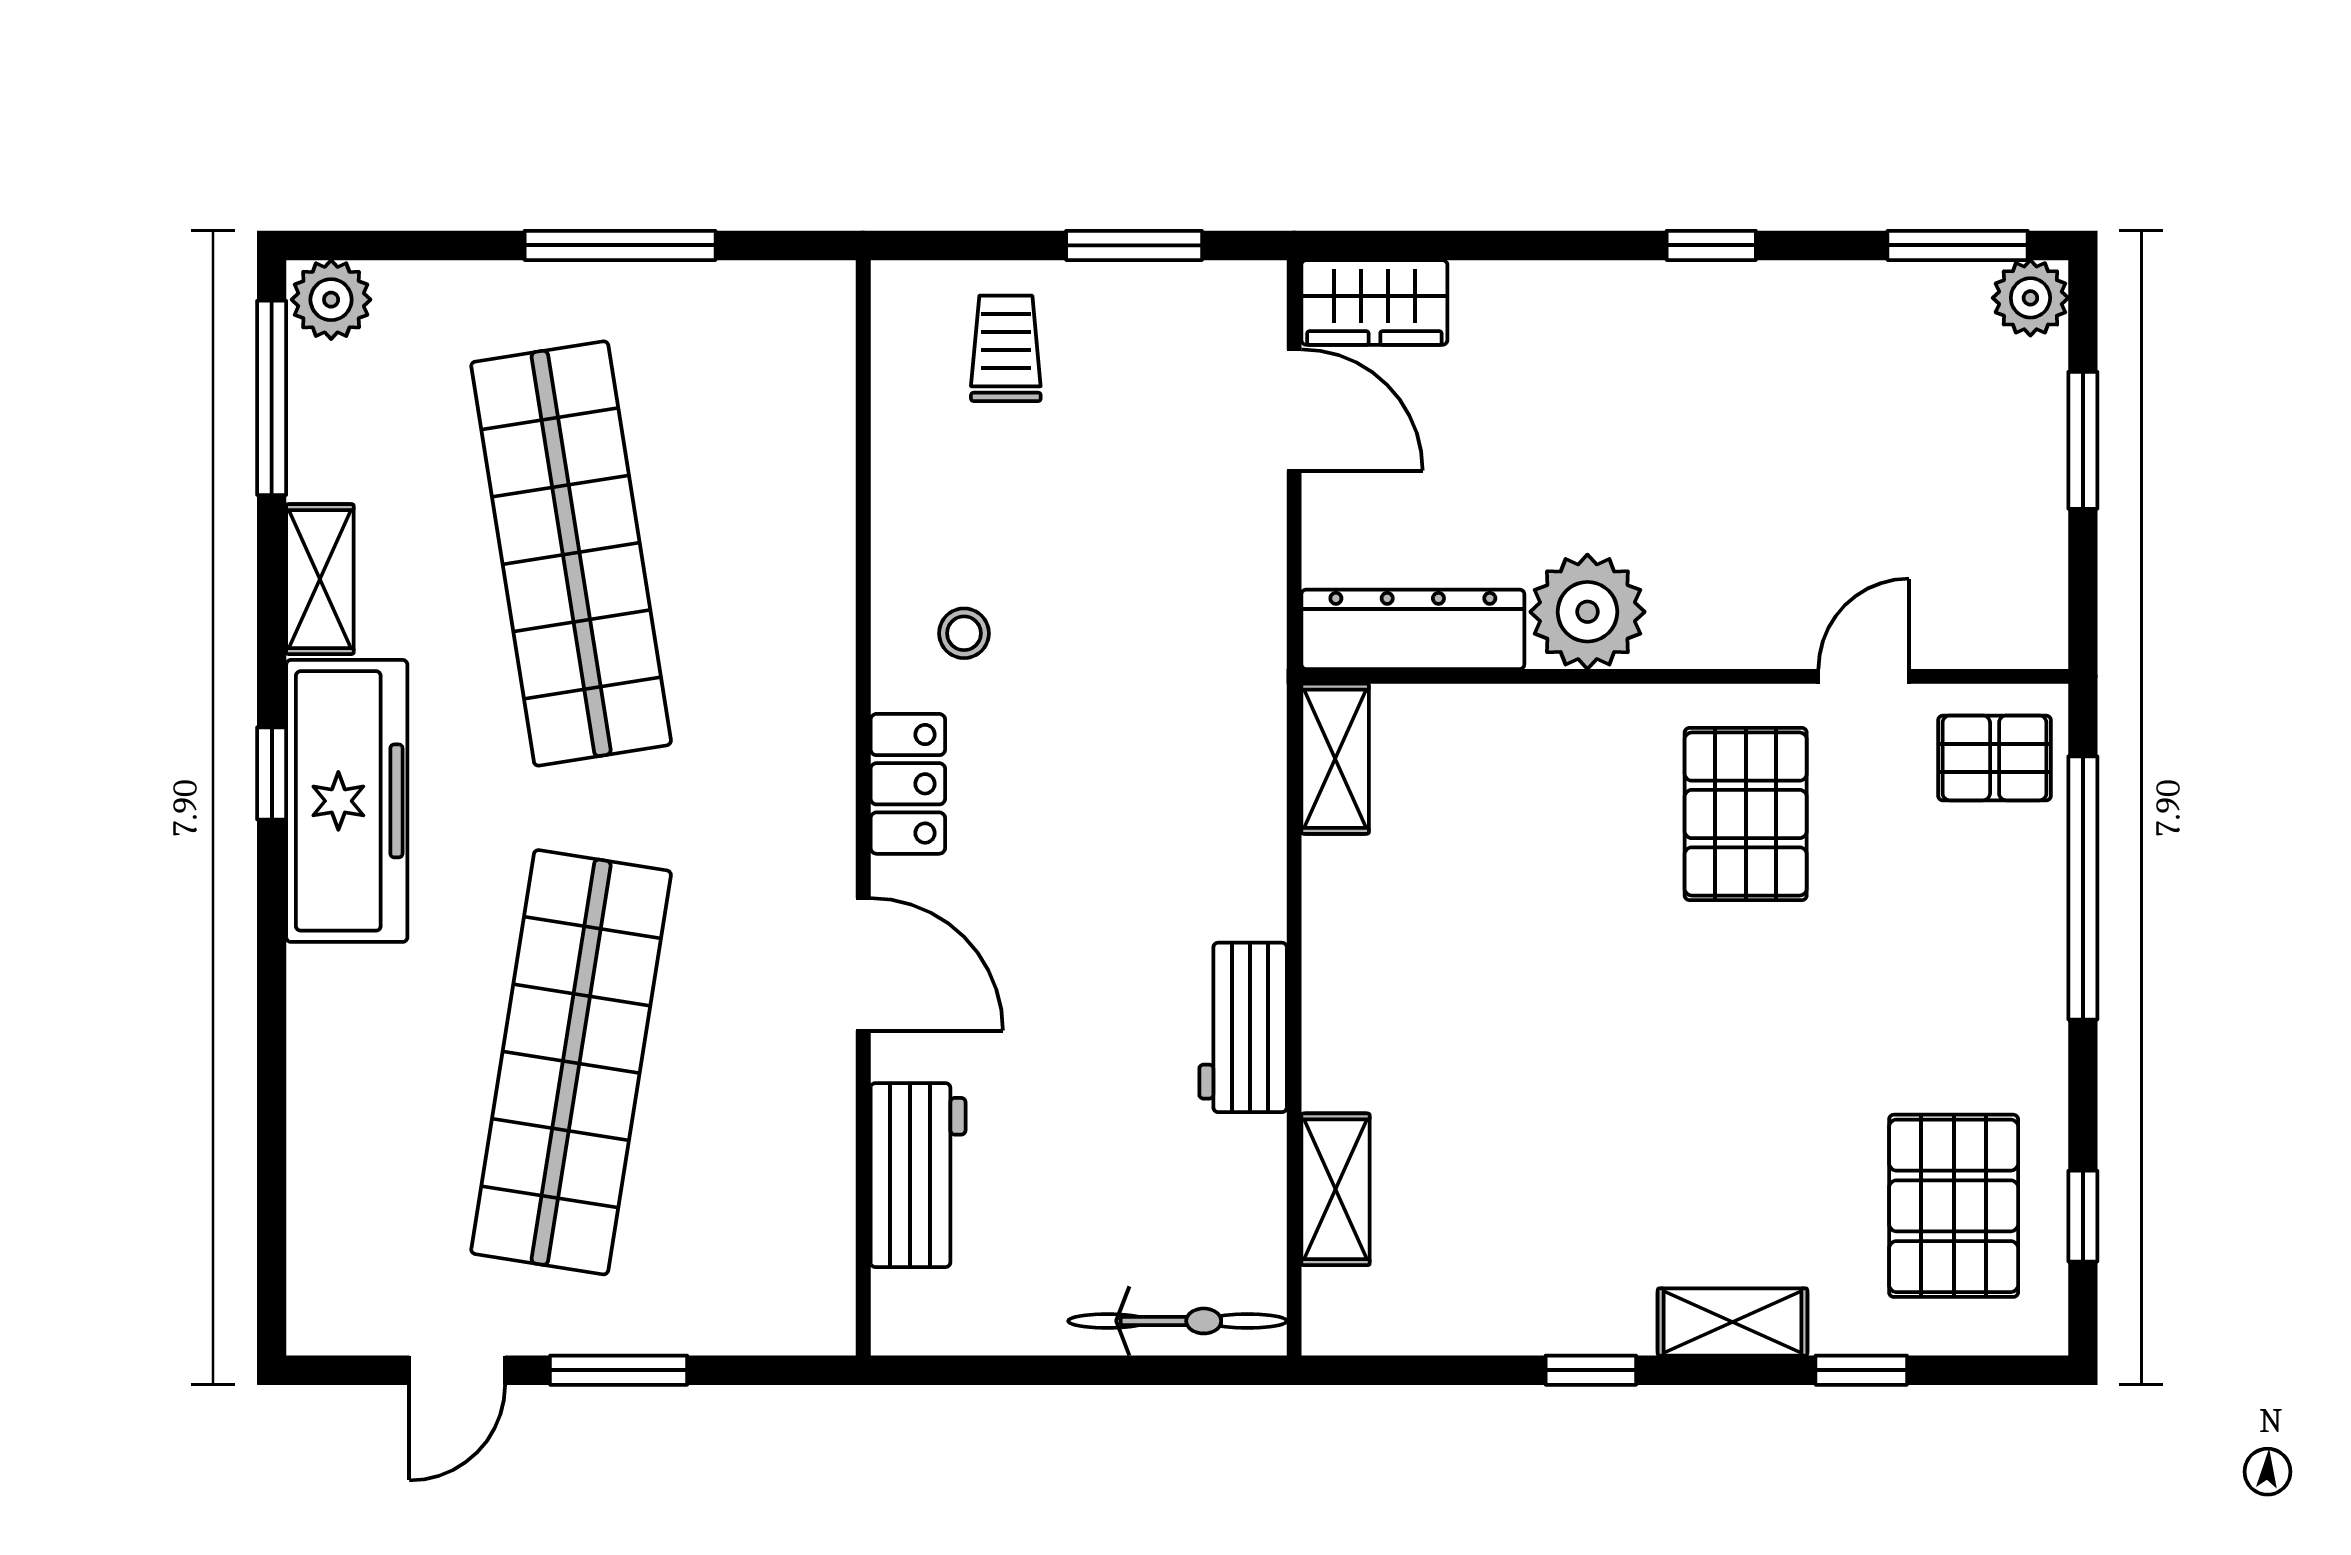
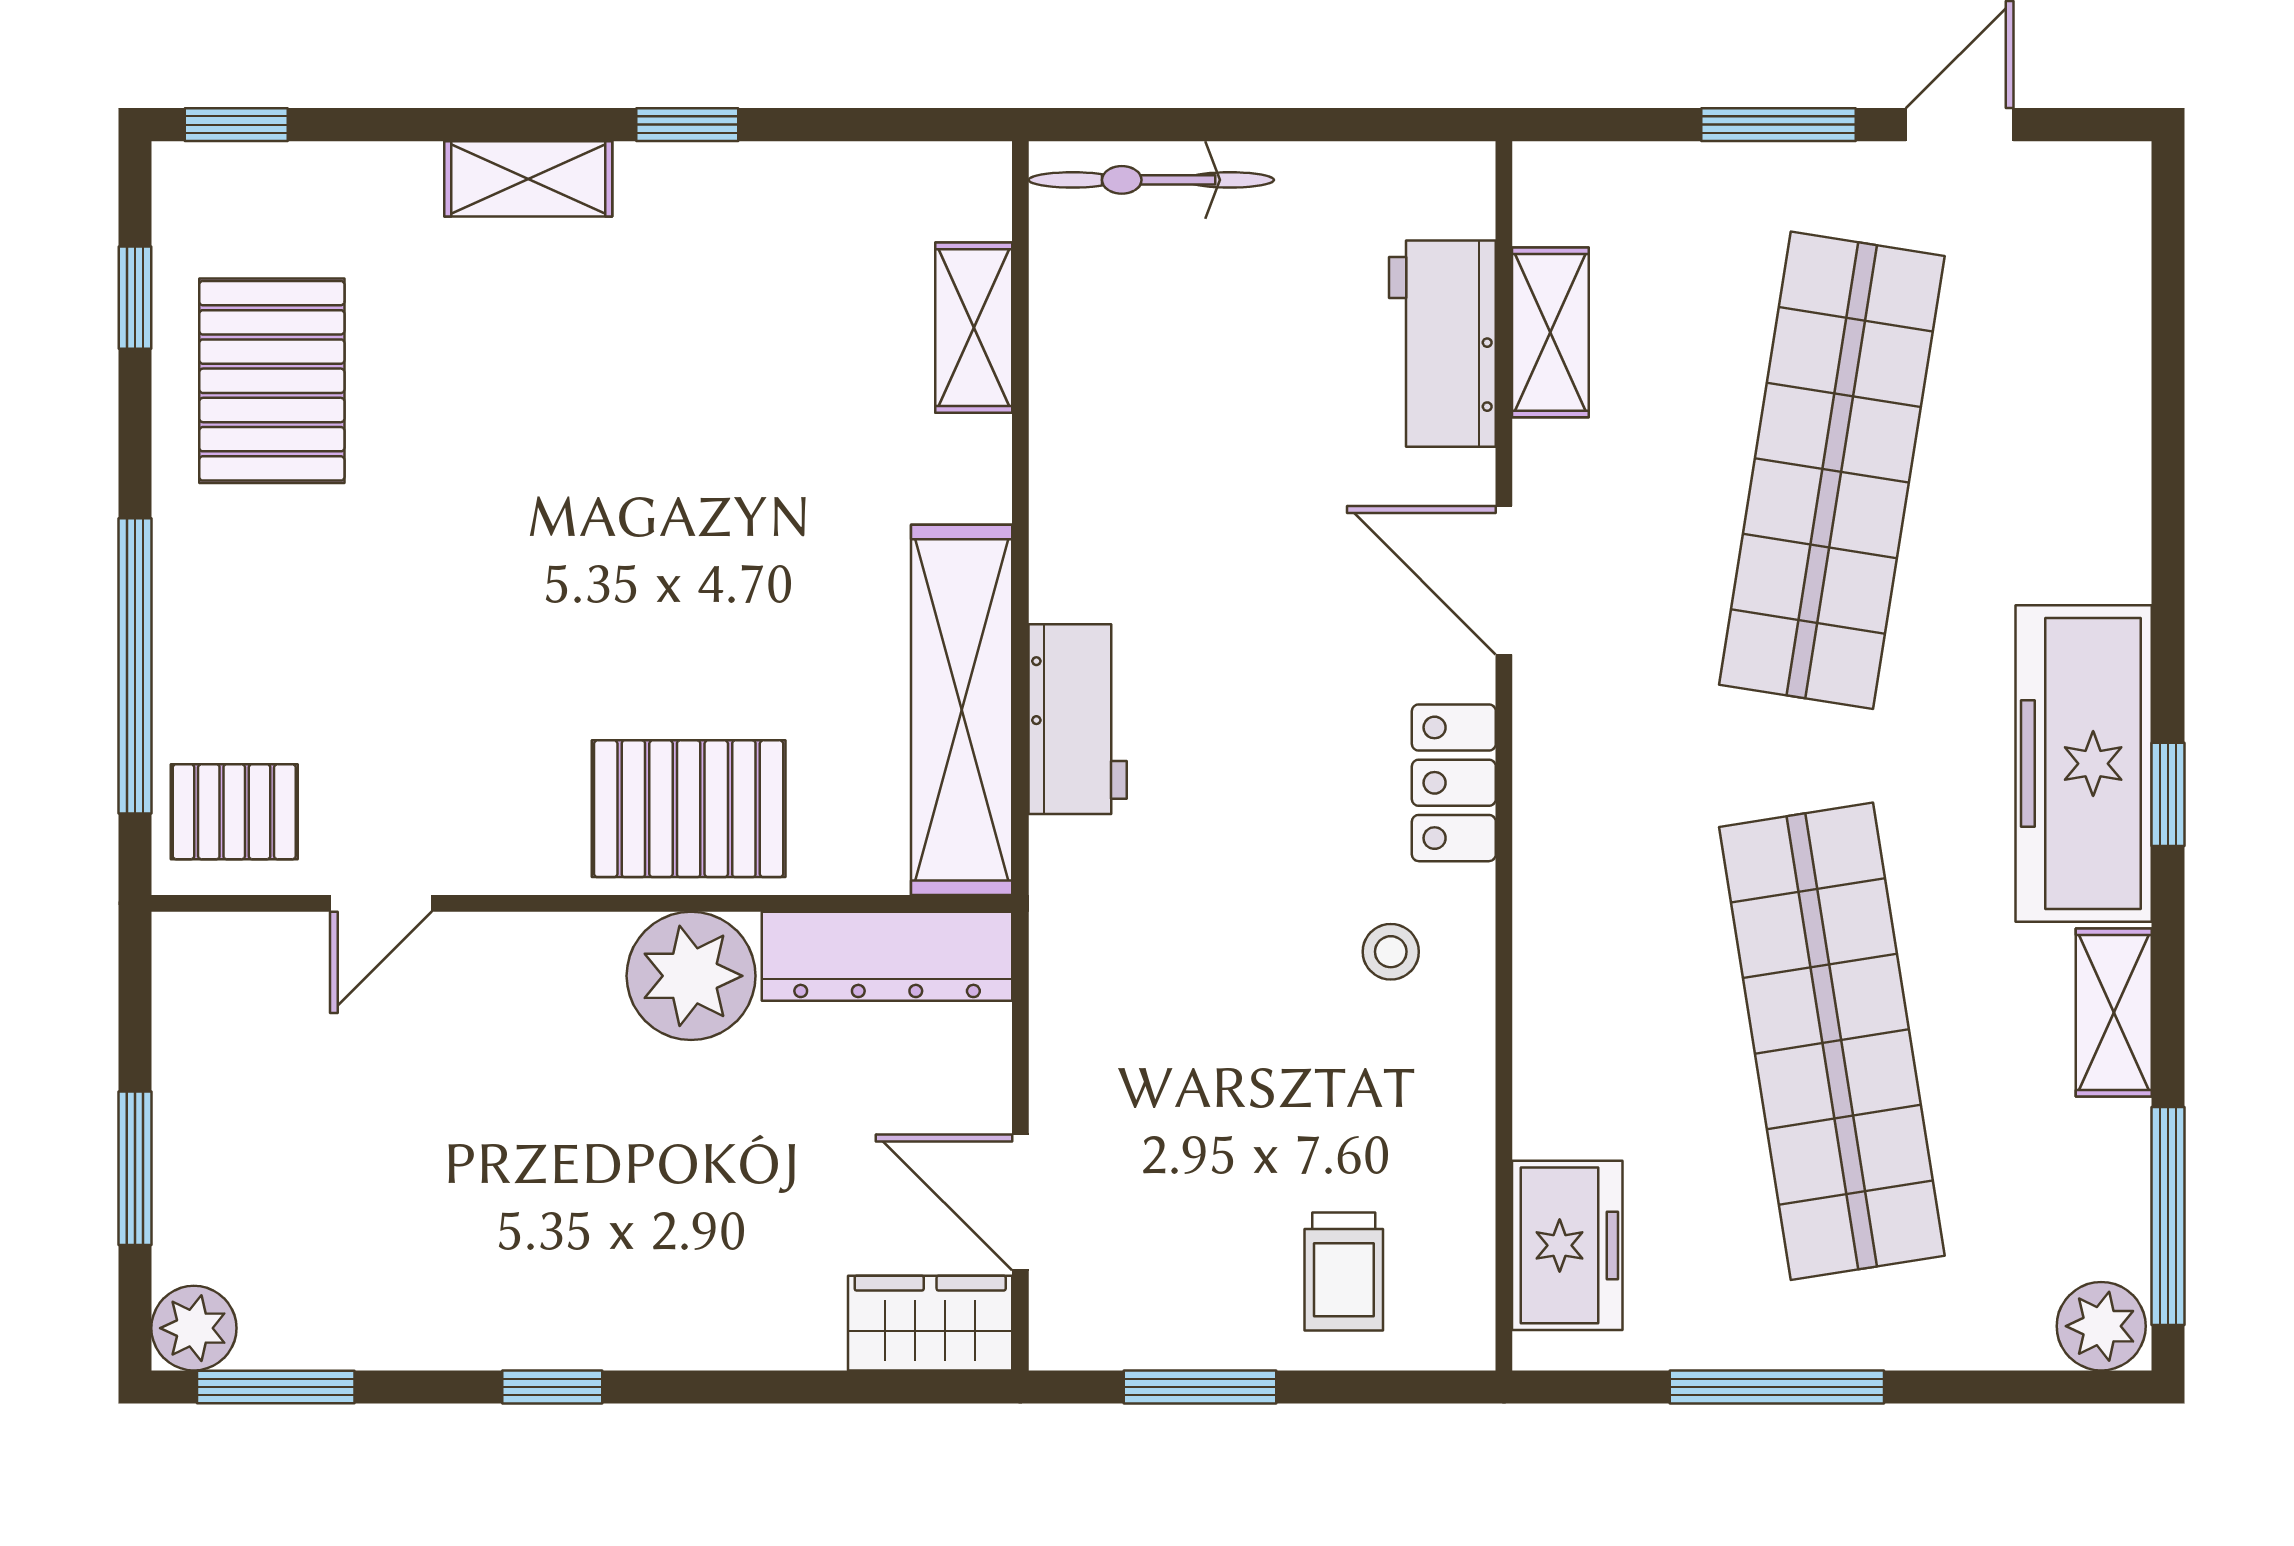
freezer: (807, 372) -> (1567, 1245), added
shelving: (1335, 759) -> (962, 710), width x2.20, depth x1.33
pallet: (1746, 814) -> (689, 809), moved, turned 90
workbench: (1243, 1027) -> (1078, 719), moved
shelving: (822, 1185) -> (1550, 332), added
pallet: (1954, 1206) -> (272, 381), moved
window: (1861, 1370) -> (236, 125), moved

